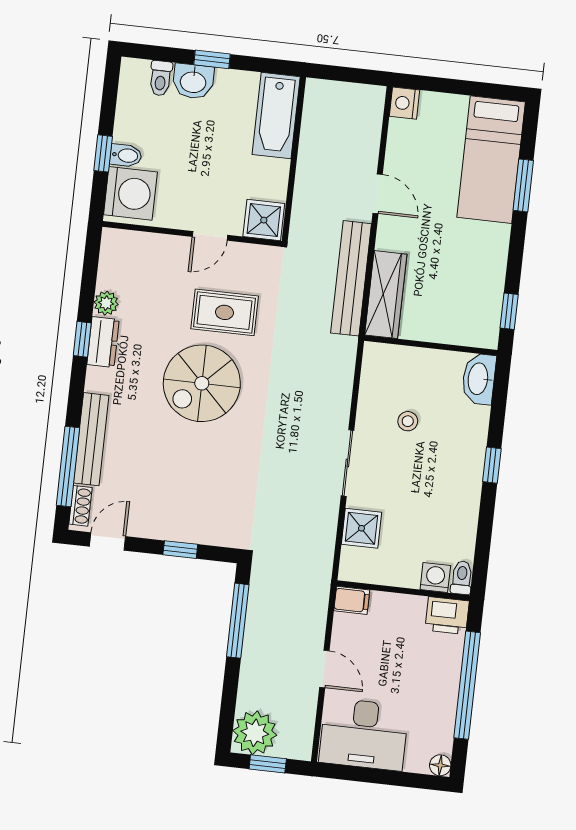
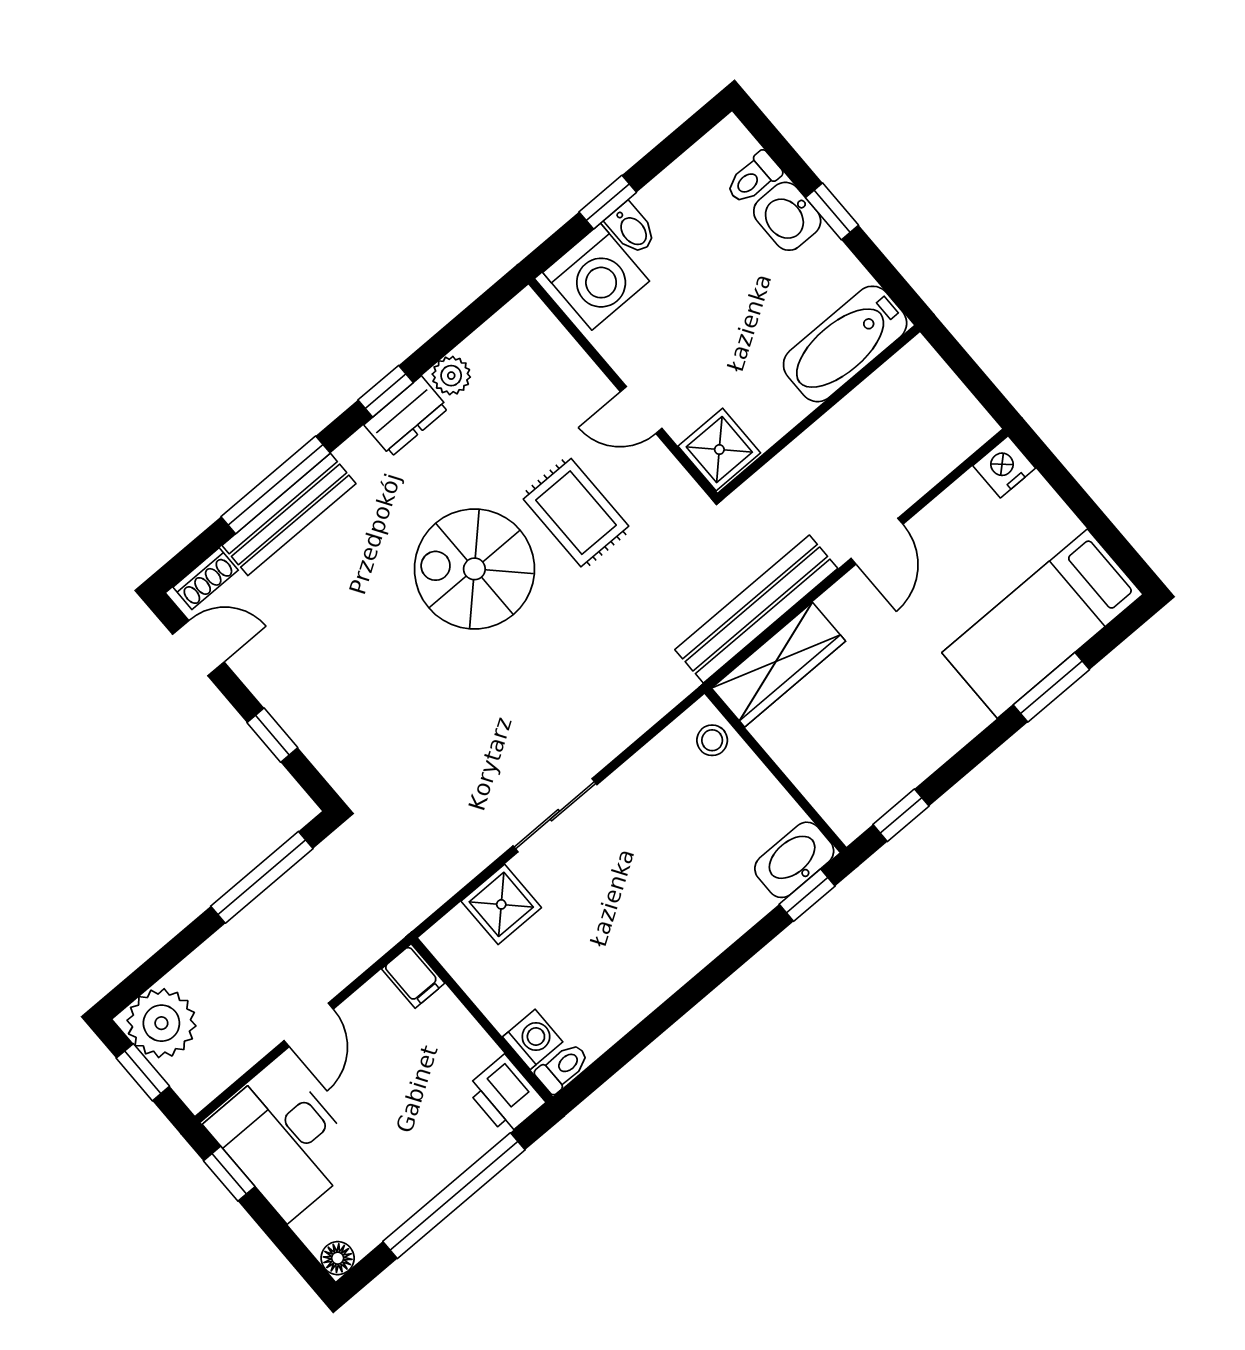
stool: (408, 421) -> (712, 740), moved
window: (492, 465) -> (807, 895), moved
window: (68, 467) -> (276, 485), moved
window: (352, 773) -> (229, 1174), added

